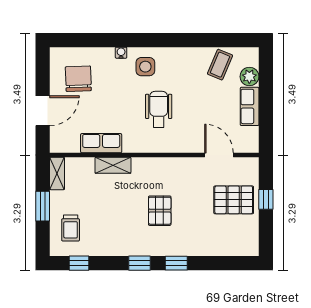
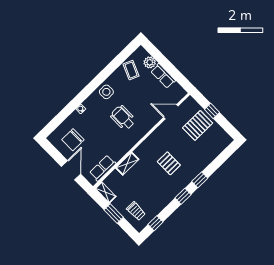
side table: (145, 67) -> (106, 92), moved
chair: (78, 79) -> (73, 140), turned -88
row of seats: (101, 143) -> (103, 168), moved

